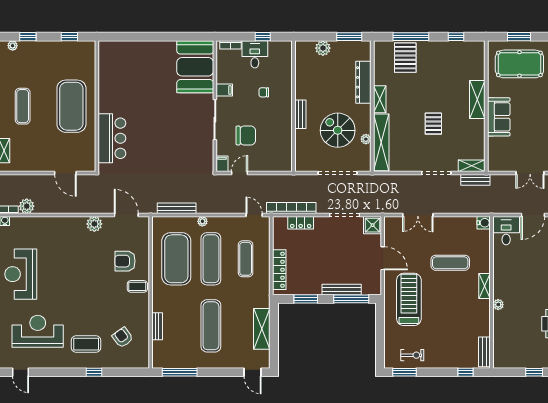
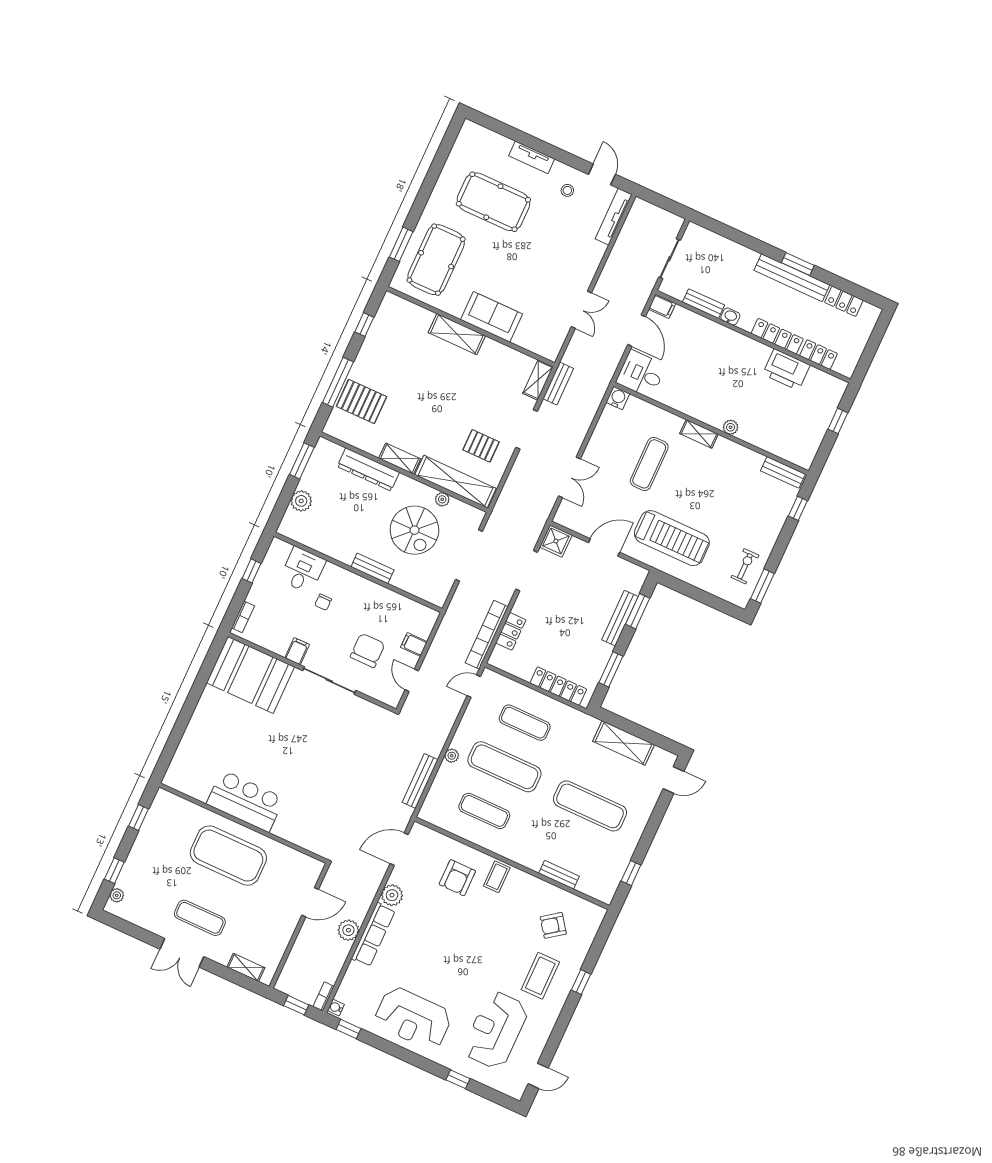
desk: (255, 54) -> (303, 570), moved, turned 90
pallet: (433, 124) -> (481, 446), moved
spiral stairs: (338, 130) -> (414, 530), turned -90
bar counter: (112, 138) -> (245, 801), moved
filing cabinet: (222, 164) -> (414, 644), moved
plant: (27, 206) -> (348, 930), moved
row of seats: (63, 224) -> (373, 935), added
exercise mat: (176, 259) -> (484, 811), width x0.50, depth x0.69
window: (351, 299) -> (638, 611), width x0.69
treadmill: (409, 299) -> (672, 538), turned 180
window: (180, 372) -> (631, 873), width x0.46

